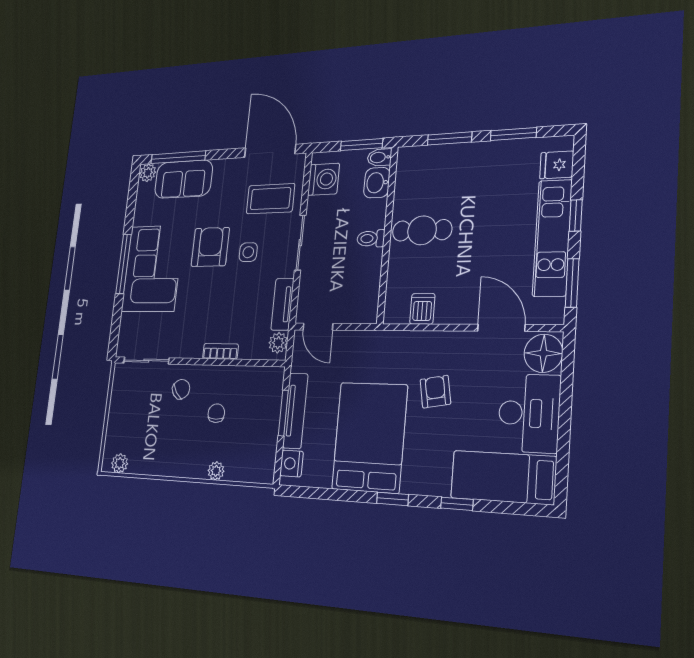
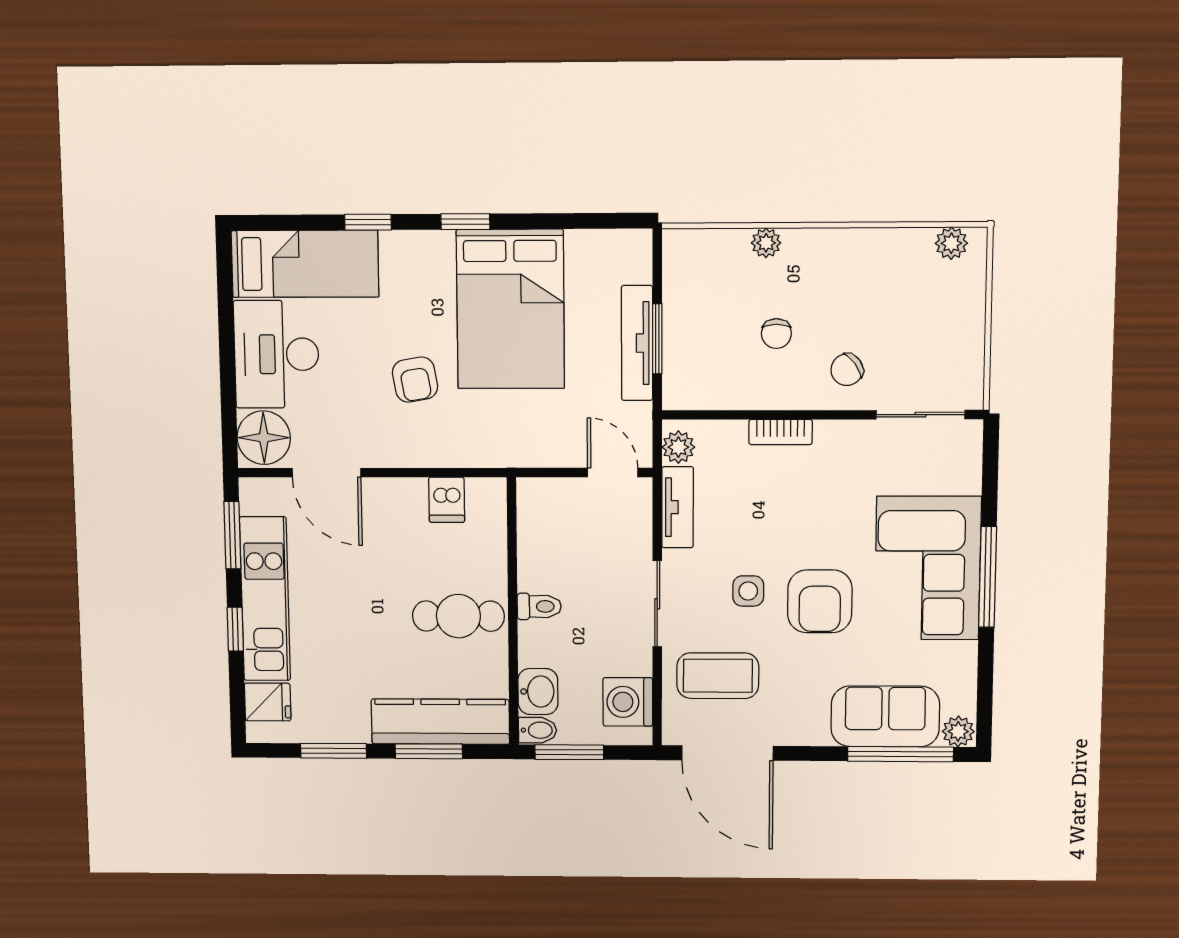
kitchen counter: (440, 159) -> (440, 722), added
nightstand: (291, 464) -> (635, 263), removed

